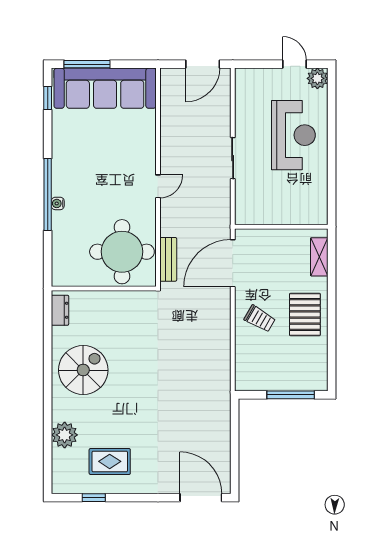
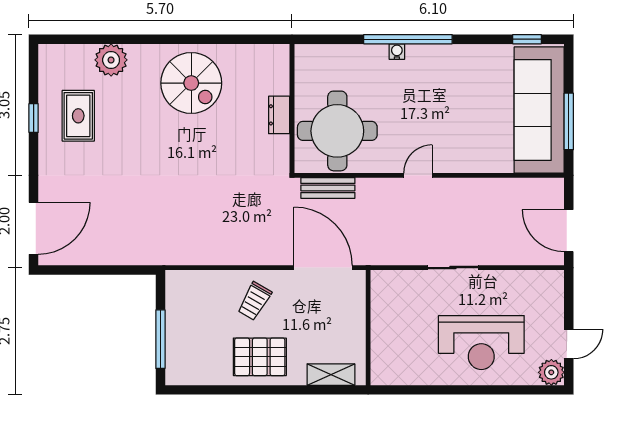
window: (87, 64) -> (569, 121), moved
door: (158, 186) -> (418, 175), swing flipped
dresser: (60, 310) -> (279, 115), moved, turned 90
window: (94, 498) -> (34, 118), moved

